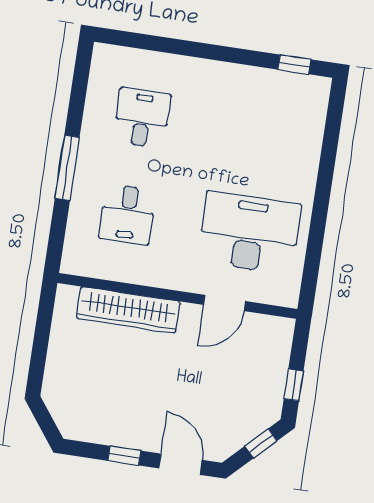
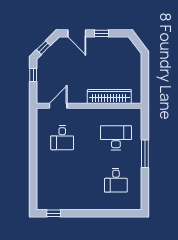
desk: (127, 214) -> (116, 138), width x1.37
desk: (249, 233) -> (62, 138), width x0.53, depth x0.77
door: (225, 303) -> (58, 106), moved

